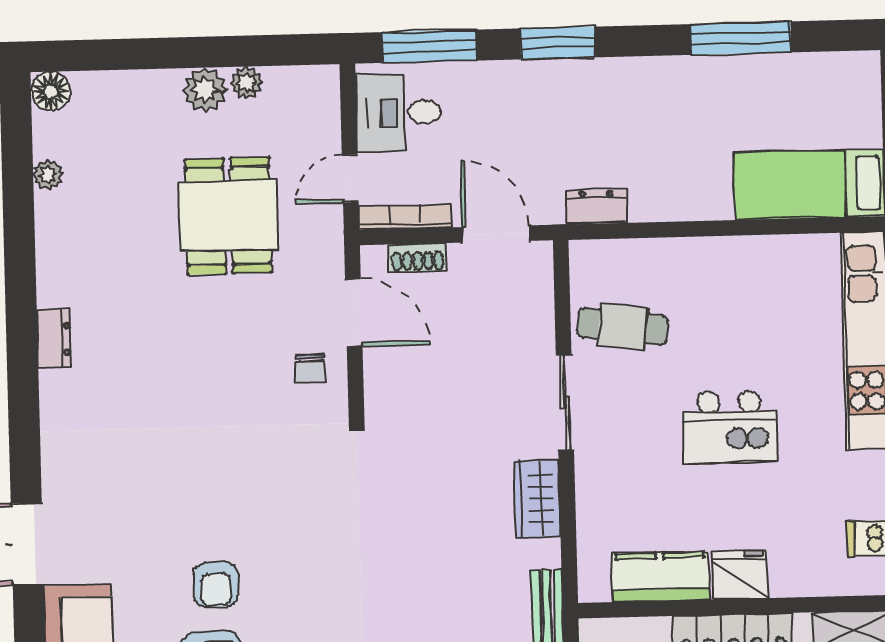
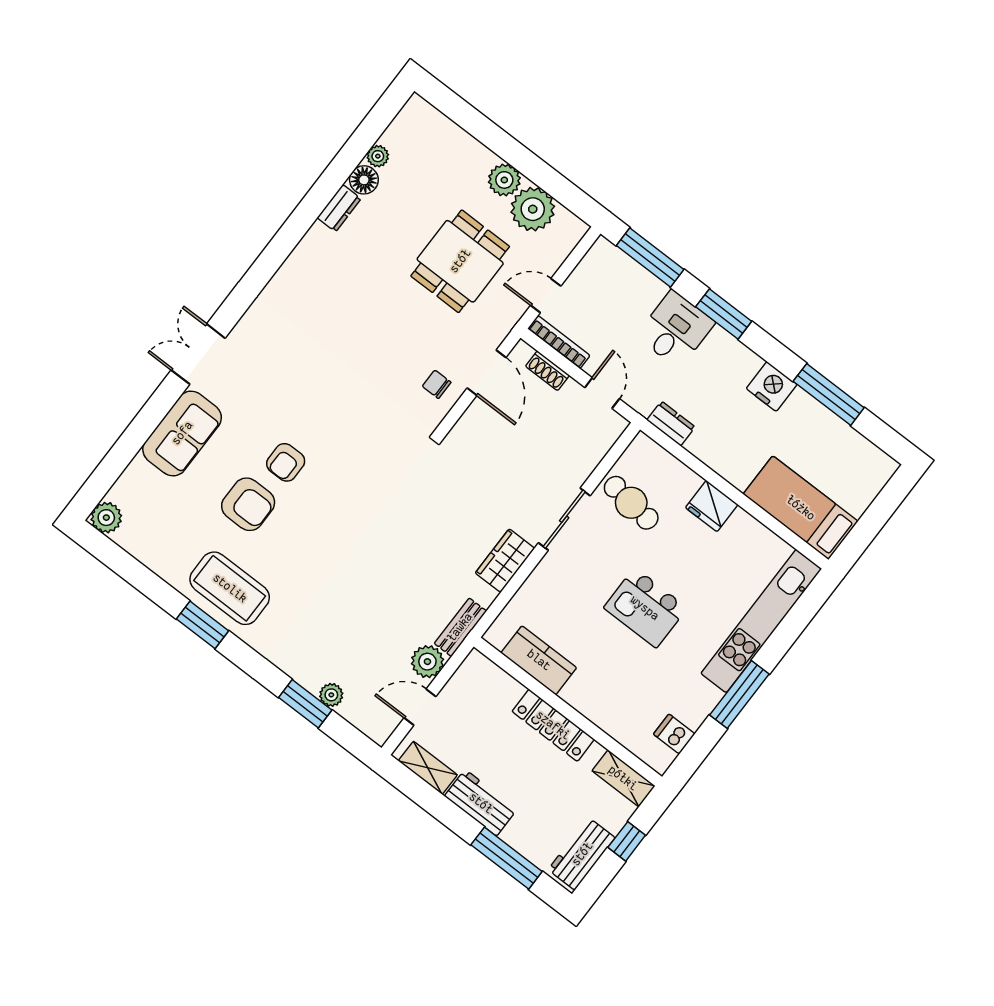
nightstand: (672, 79) -> (772, 386), added
plant: (246, 83) -> (533, 209), width x1.87, depth x1.87
floor lamp: (51, 91) -> (364, 180), moved
desk: (398, 112) -> (675, 329), moved, turned 90
door: (496, 234) -> (602, 393), width x0.73
dresser: (54, 339) -> (339, 208), moved
chair: (310, 369) -> (437, 384), turned 90
fridge: (740, 575) -> (712, 506), moved, turned 180

